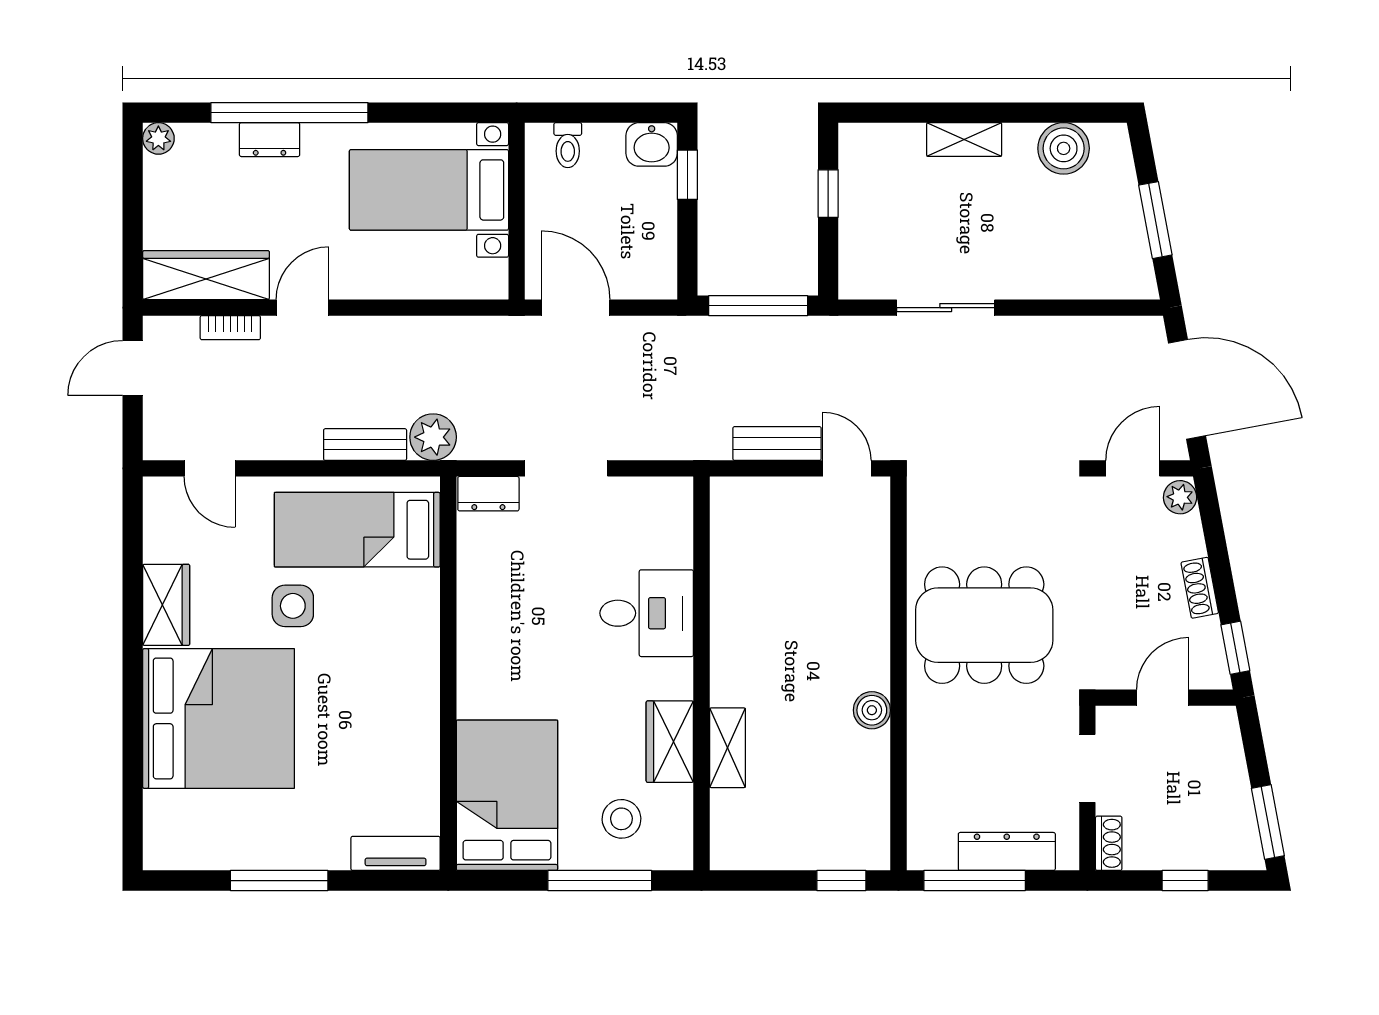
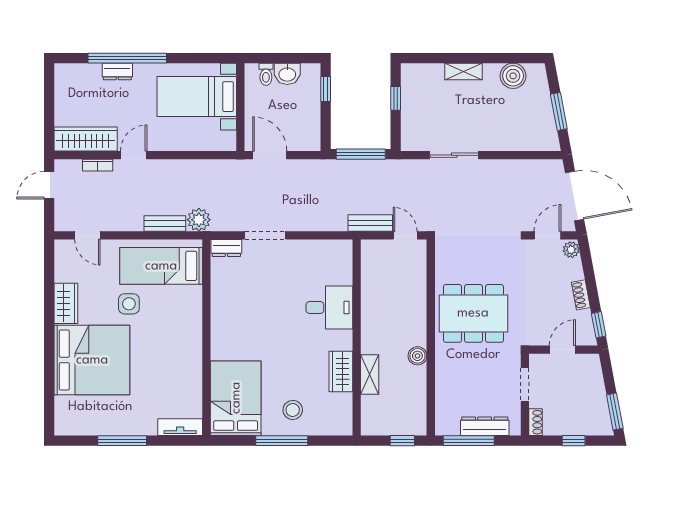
plant: (158, 138) -> (62, 71), removed
washbasin: (652, 144) -> (287, 74), moved
desk: (647, 613) -> (329, 307), moved
wall: (701, 673) -> (357, 338), moved
wardrobe: (670, 742) -> (341, 371), moved
shelving: (727, 748) -> (370, 375), moved

